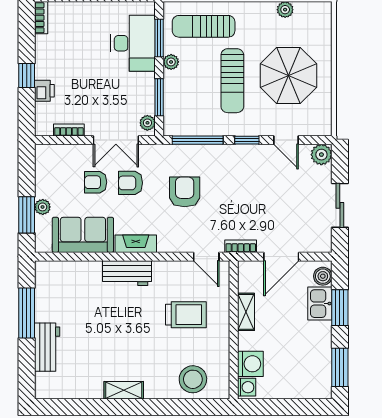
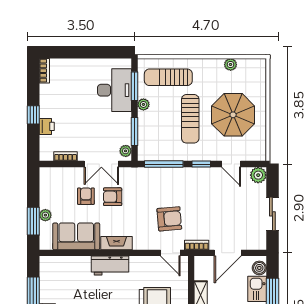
armchair: (96, 182) -> (86, 196), turned 90
armchair: (185, 192) -> (169, 219), moved, turned 85

